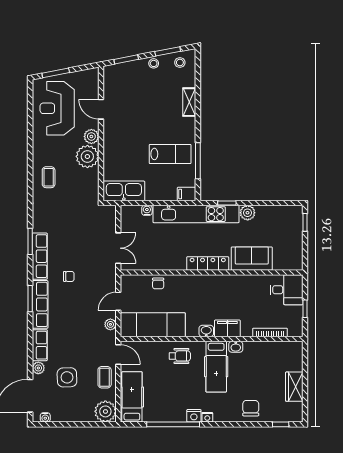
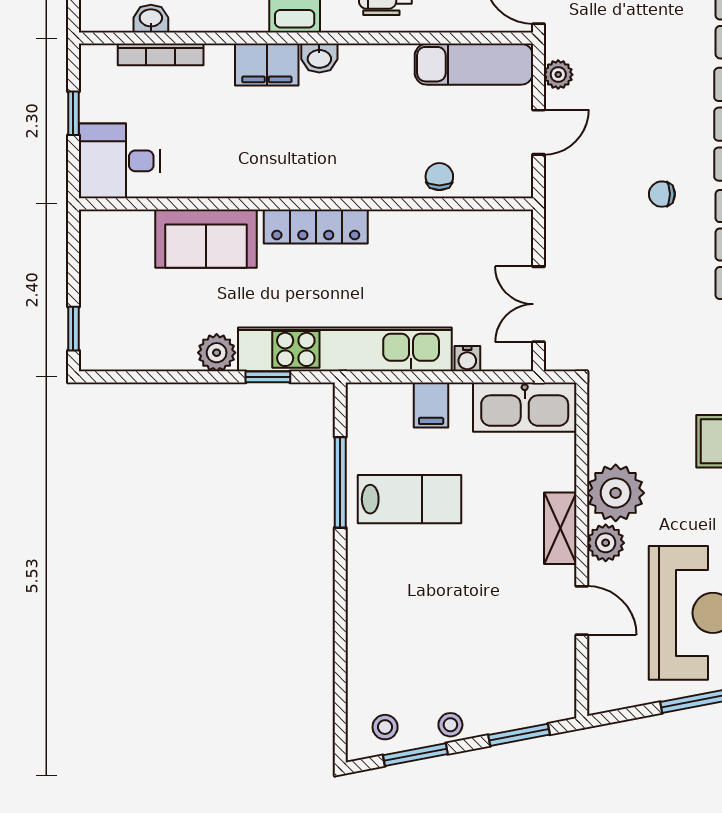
shelving: (189, 102) -> (560, 528), moved
lab bench: (170, 154) -> (410, 499), turned 180
filing cabinet: (187, 194) -> (431, 405), moved, turned 90
double door: (118, 248) -> (538, 304), moved
exam couch: (153, 325) -> (474, 64), width x0.73, depth x0.69
washbasin: (236, 347) -> (151, 19), moved

